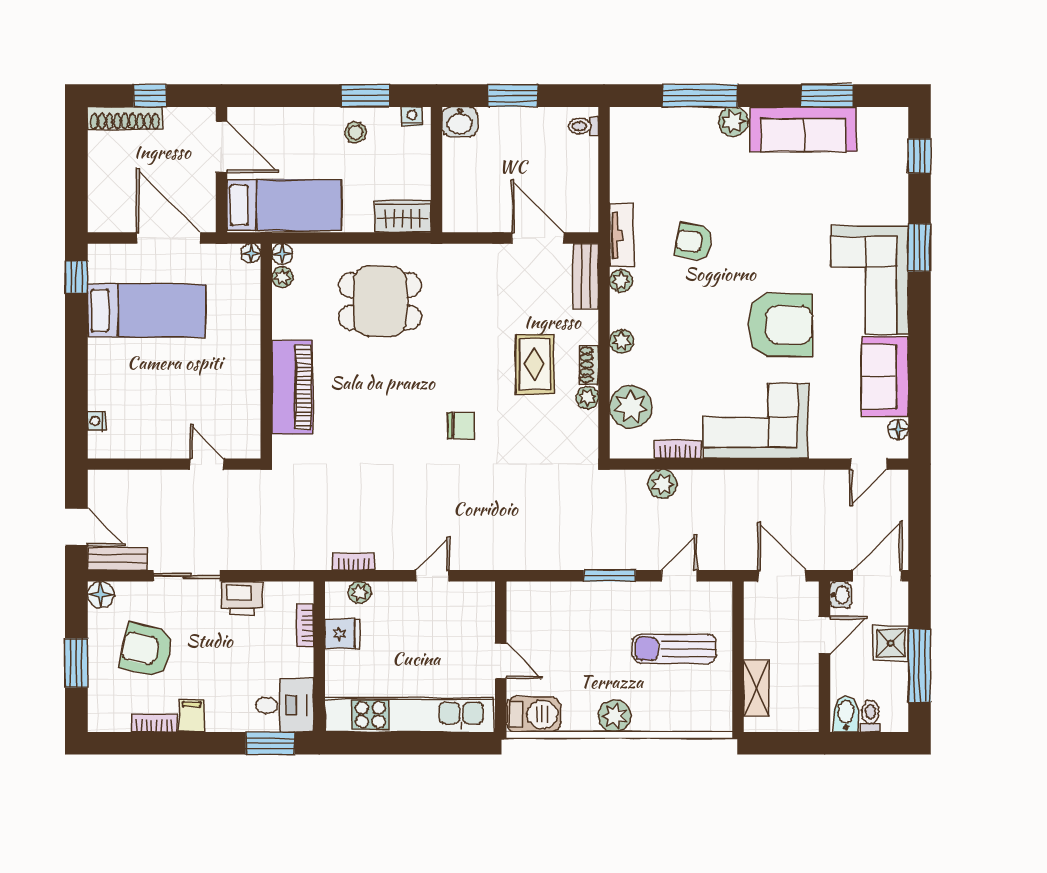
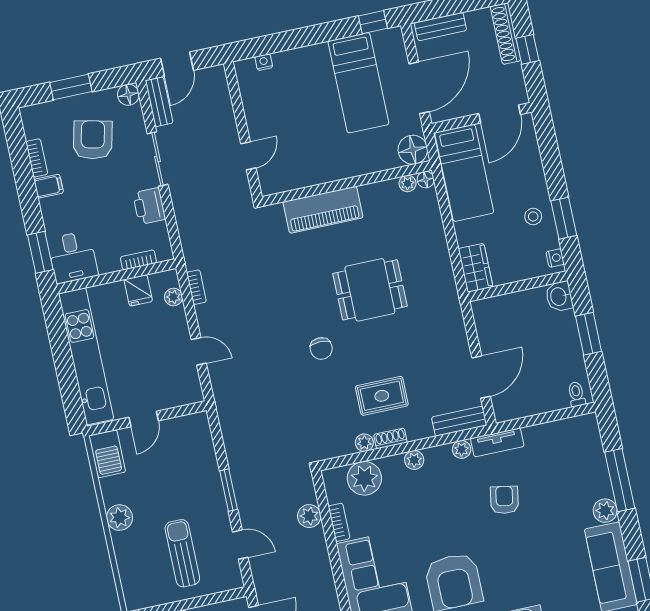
bench: (99, 196) -> (440, 27), added
floor lamp: (251, 253) -> (413, 150), width x1.89, depth x1.89
dining table: (380, 301) -> (370, 290), moved, turned 90

